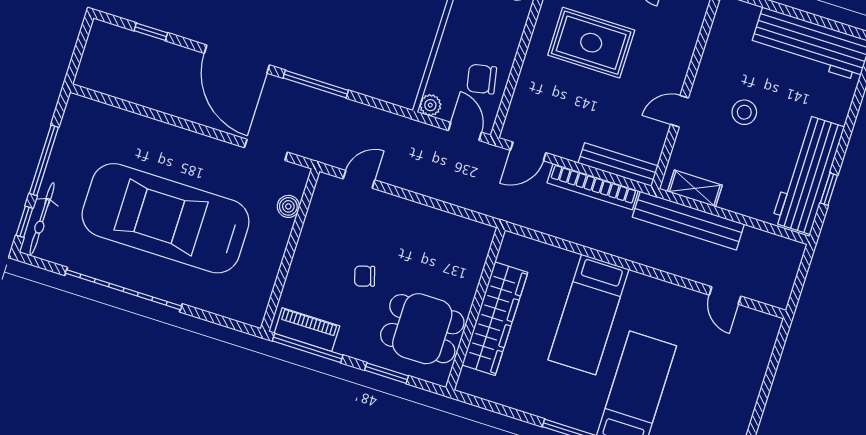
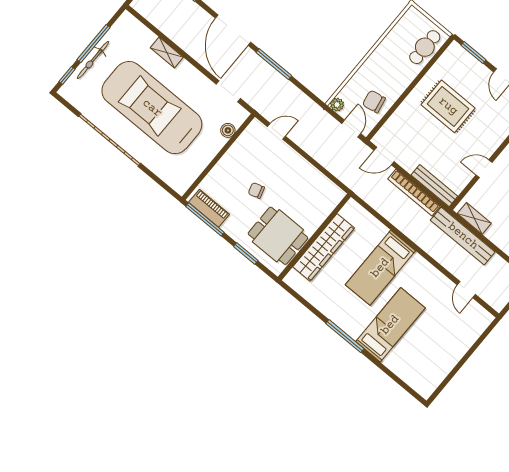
shelving: (155, 130) -> (167, 52), added
bicycle: (42, 219) -> (93, 60), moved

